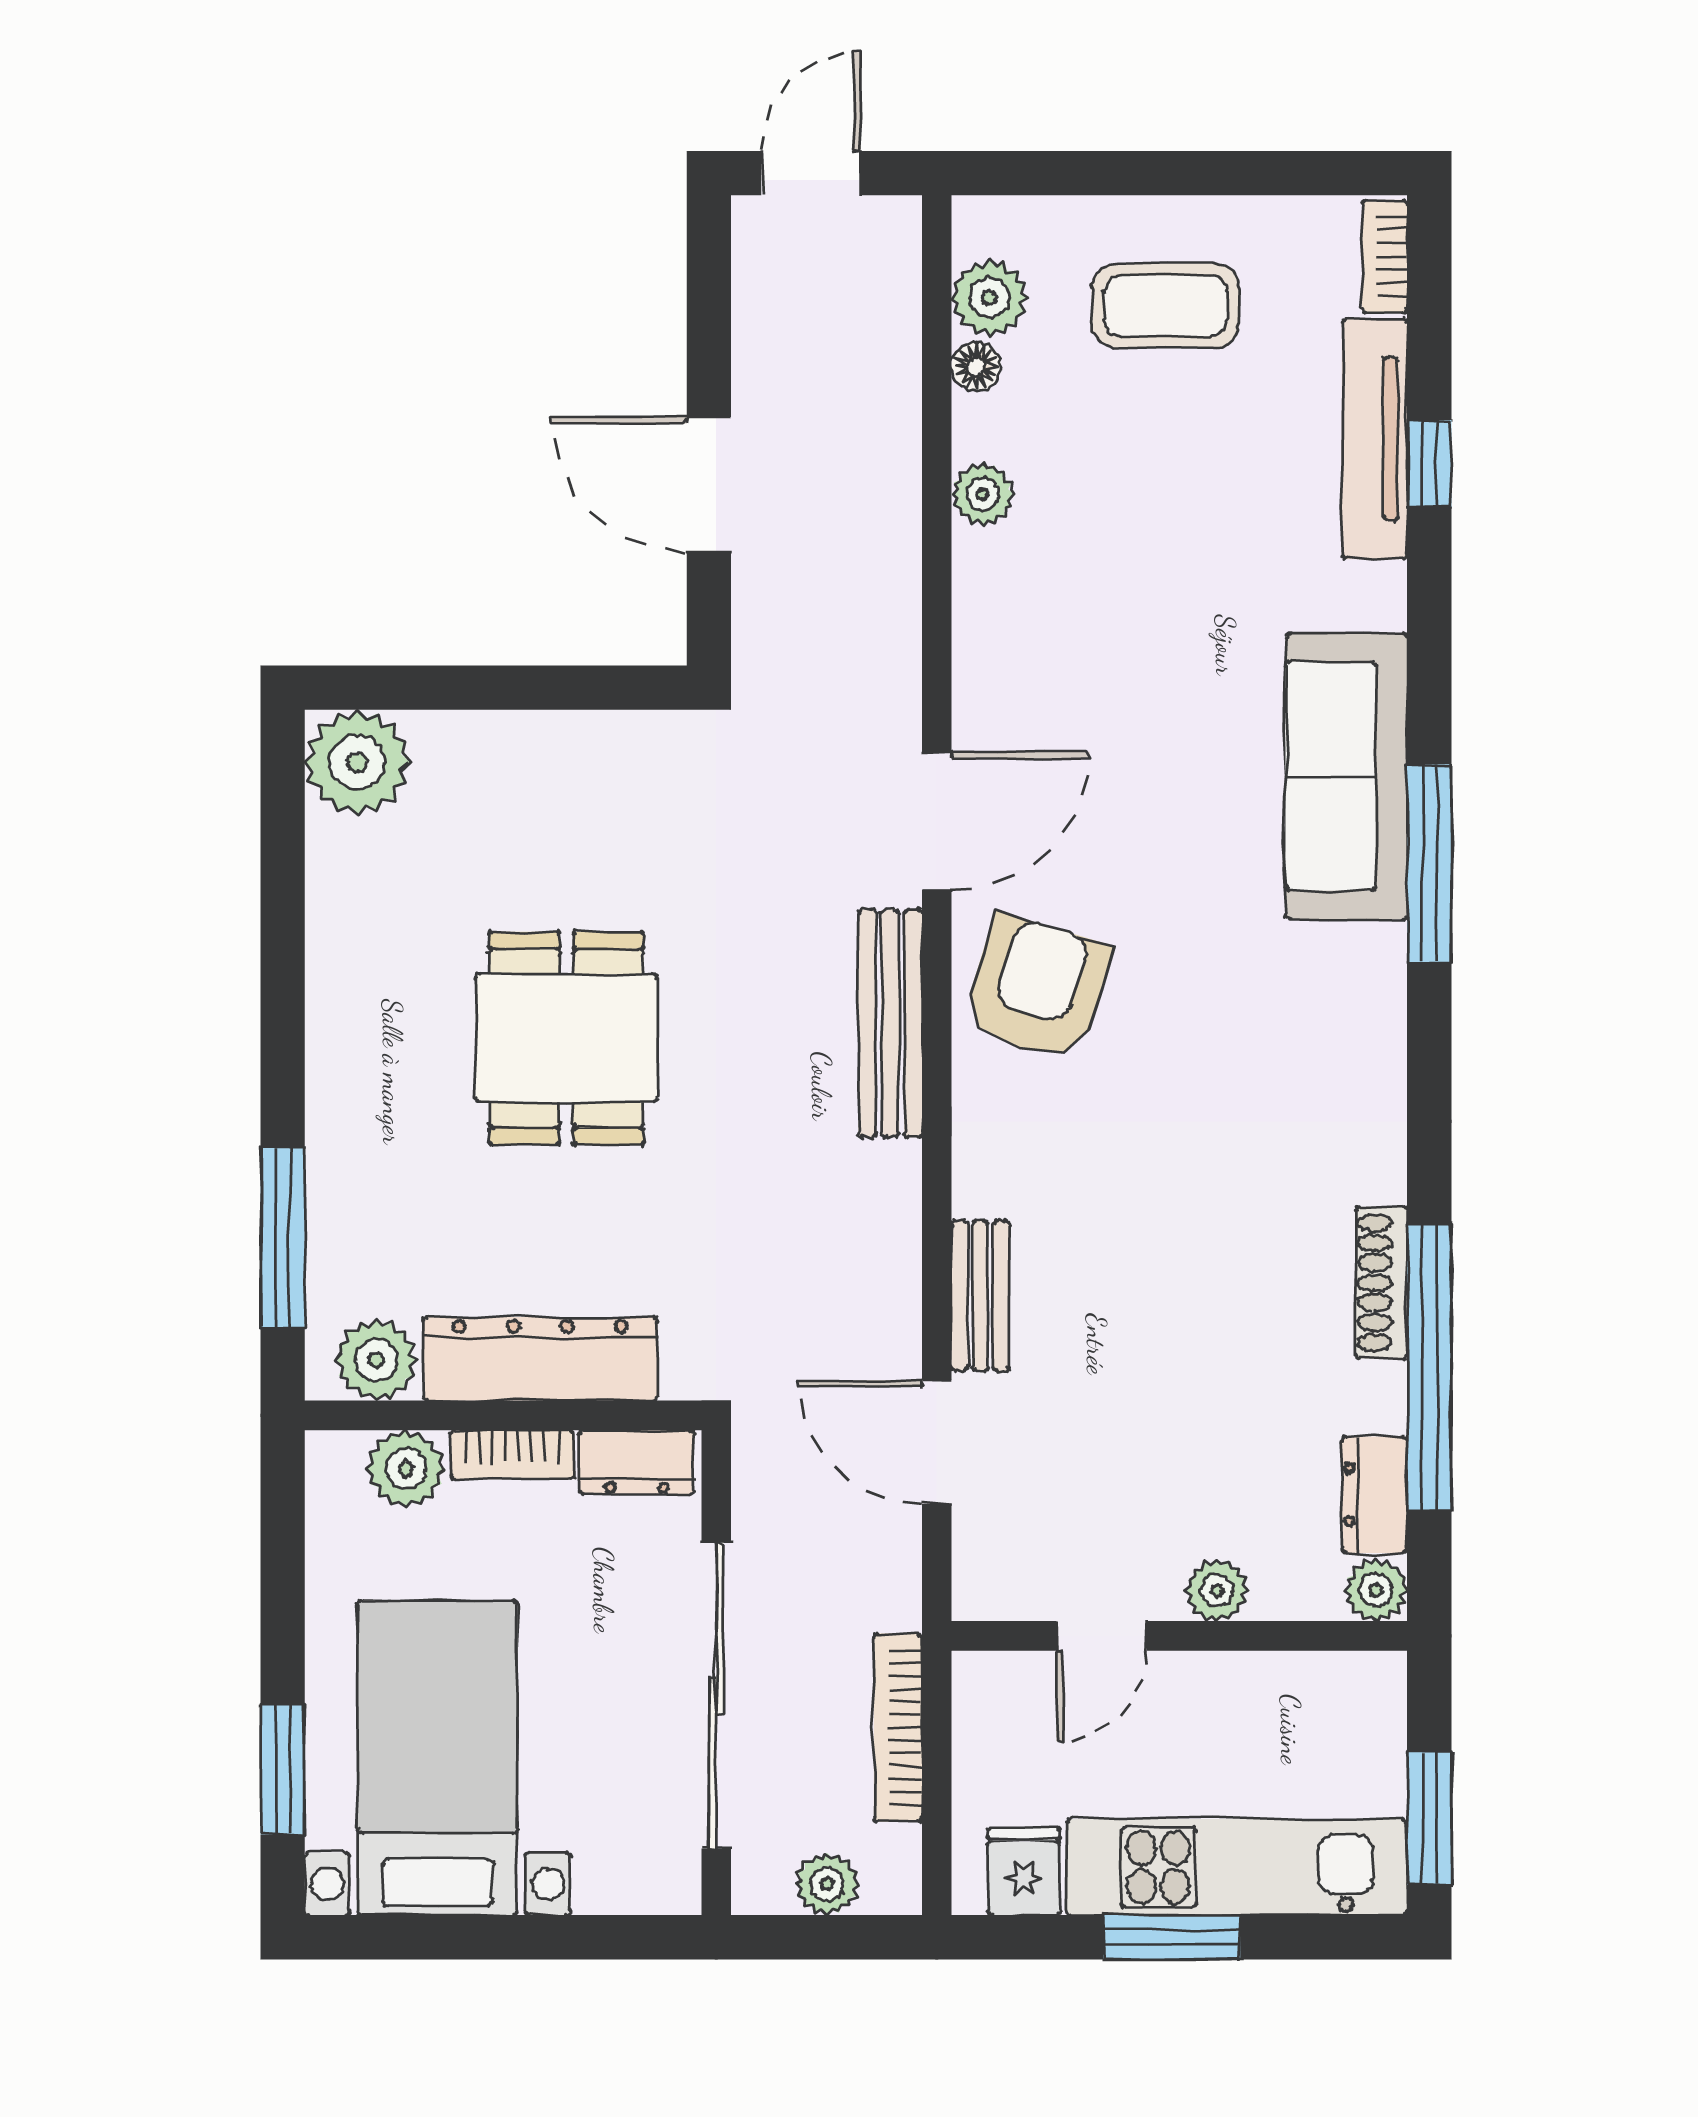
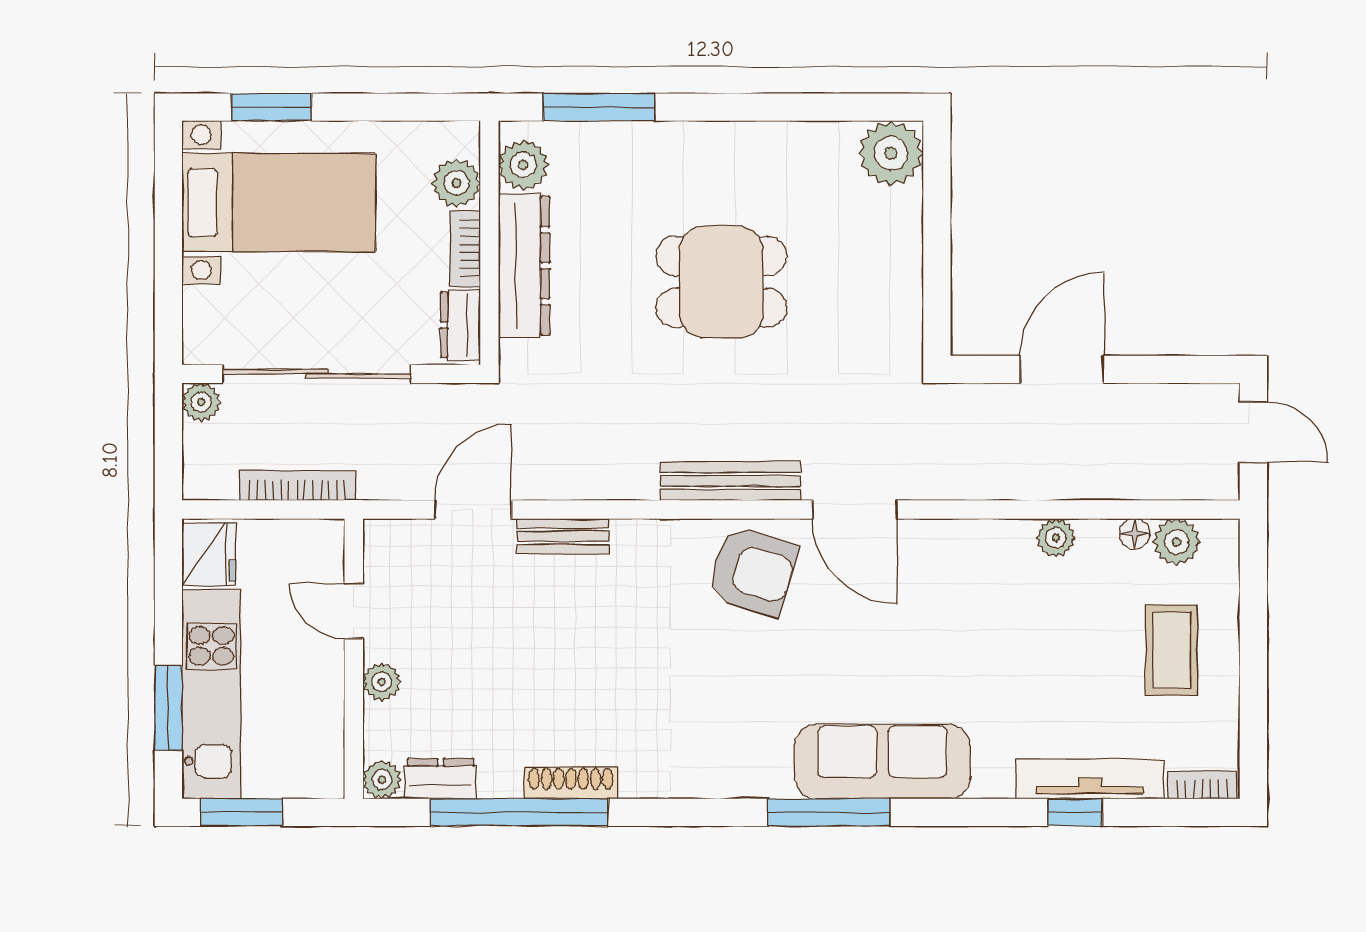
fridge: (1024, 1872) -> (209, 554), width x1.38
plant: (827, 1884) -> (201, 402), moved
window: (1172, 1937) -> (168, 708), moved

